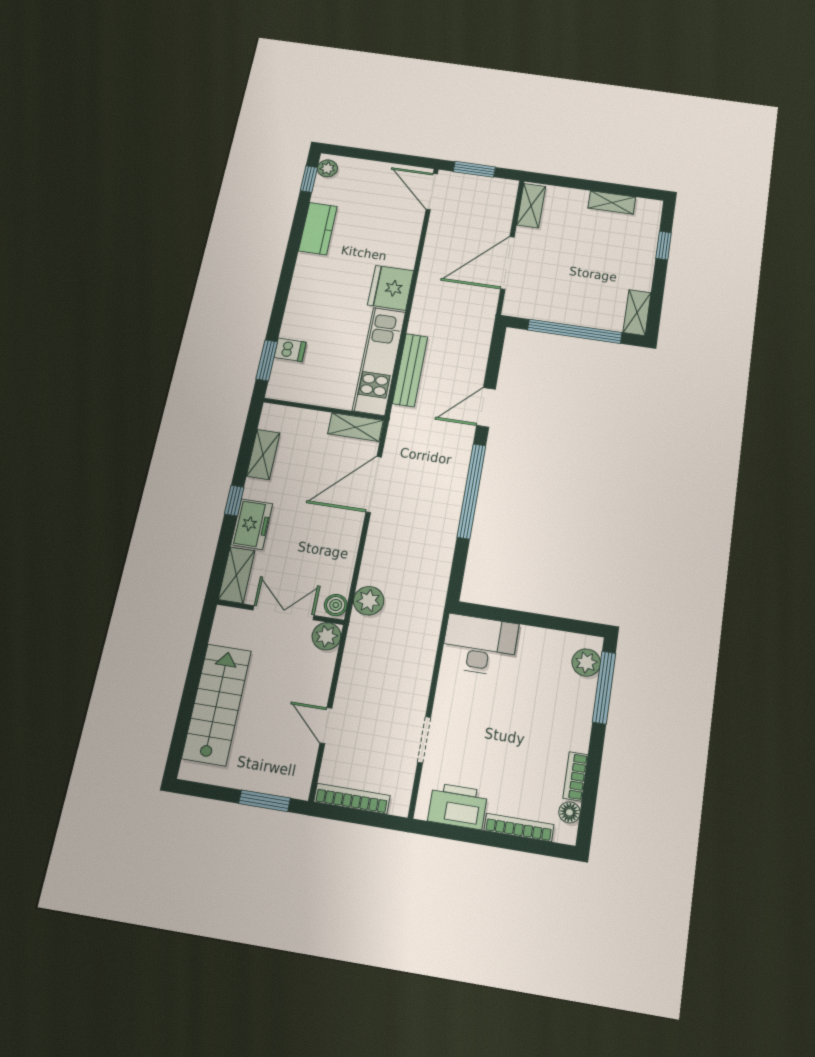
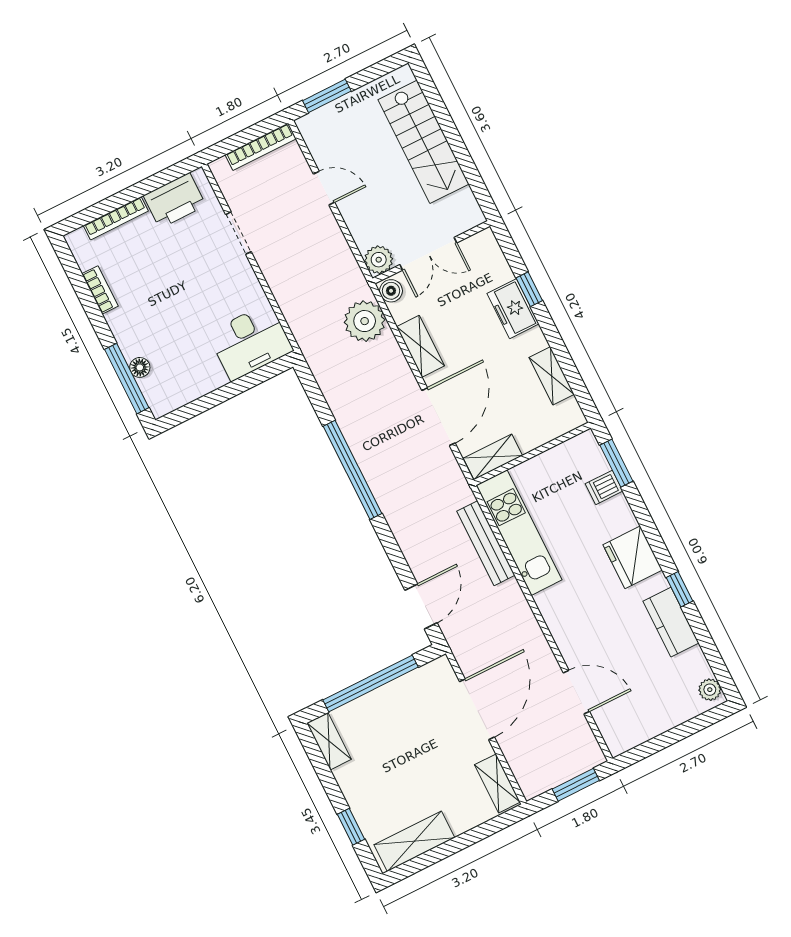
window: (309, 179) -> (679, 589), moved
door: (432, 192) -> (576, 692), moved
shelving: (612, 202) -> (414, 841), width x1.50, depth x1.33
fridge: (391, 288) -> (633, 557), moved, turned 180
door: (486, 407) -> (421, 606), moved
window: (234, 501) -> (529, 289), moved
shelving: (237, 575) -> (420, 346), moved
plant: (369, 601) -> (365, 321), width x1.36, depth x1.36
plant: (586, 662) -> (155, 389), removed
floor lamp: (569, 812) -> (140, 367), moved

